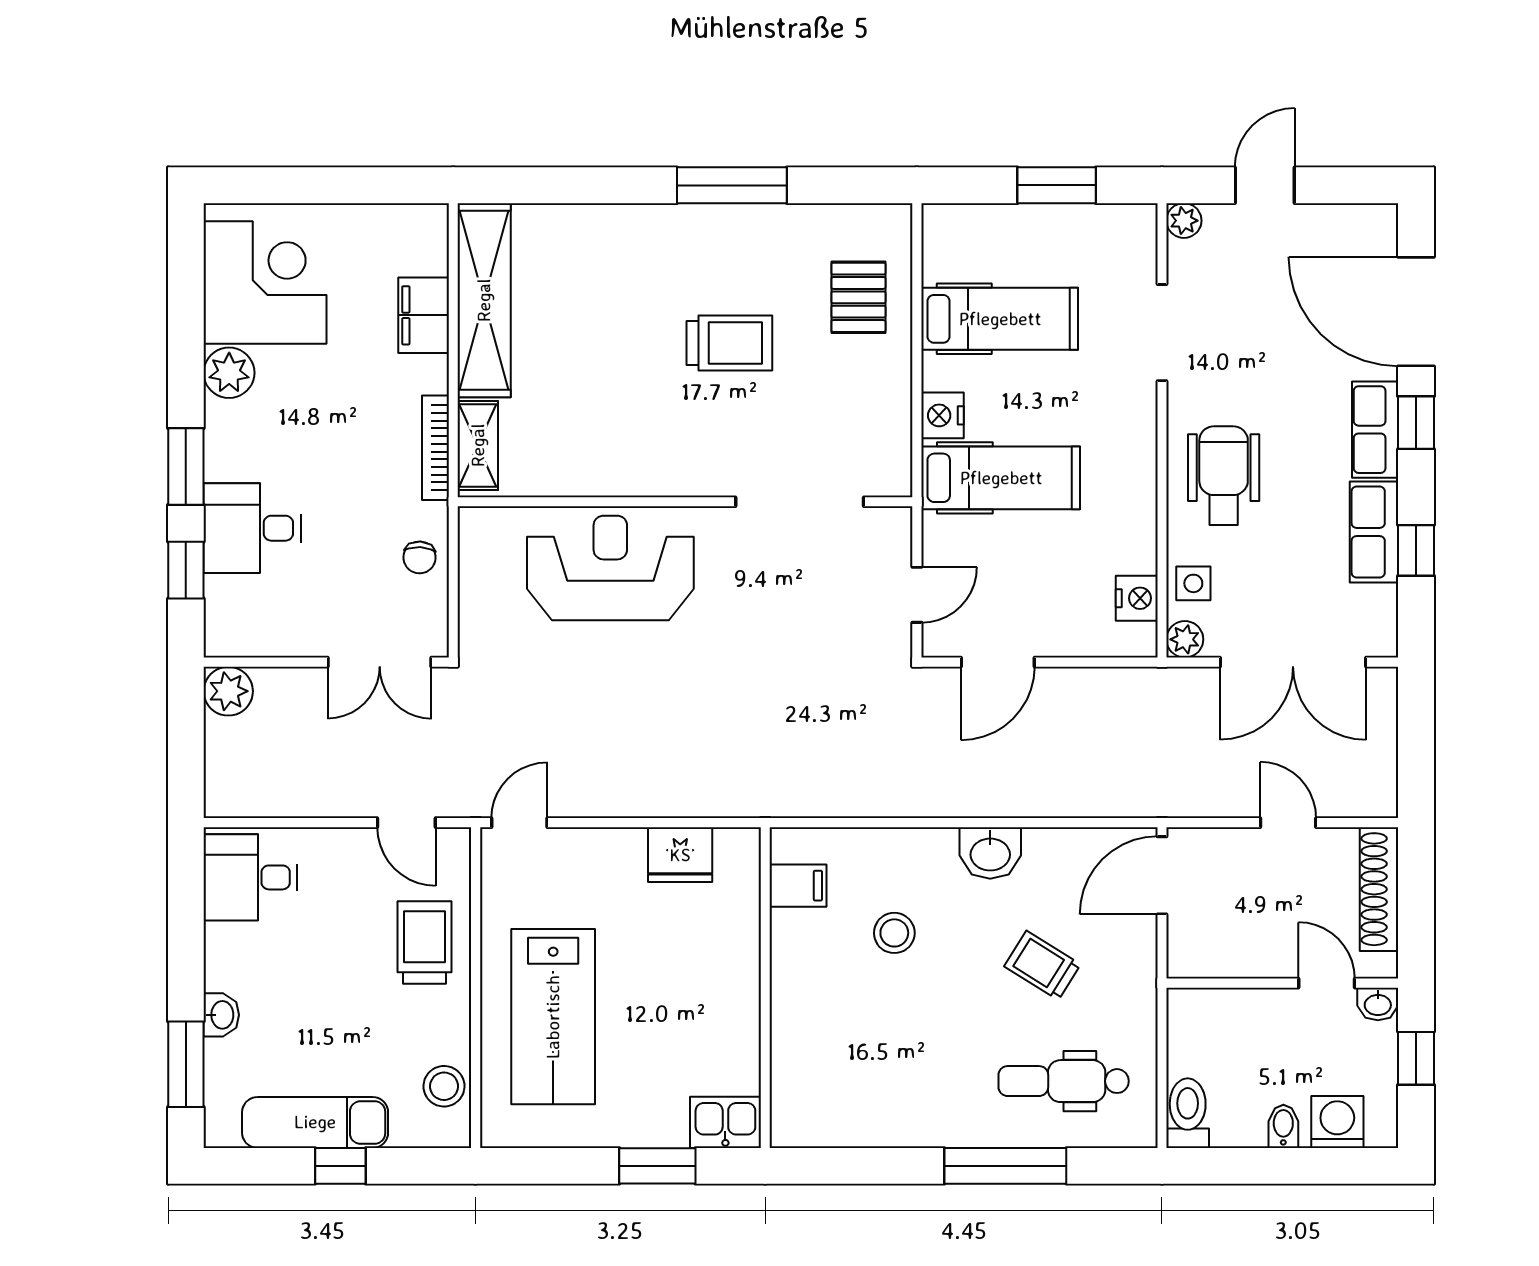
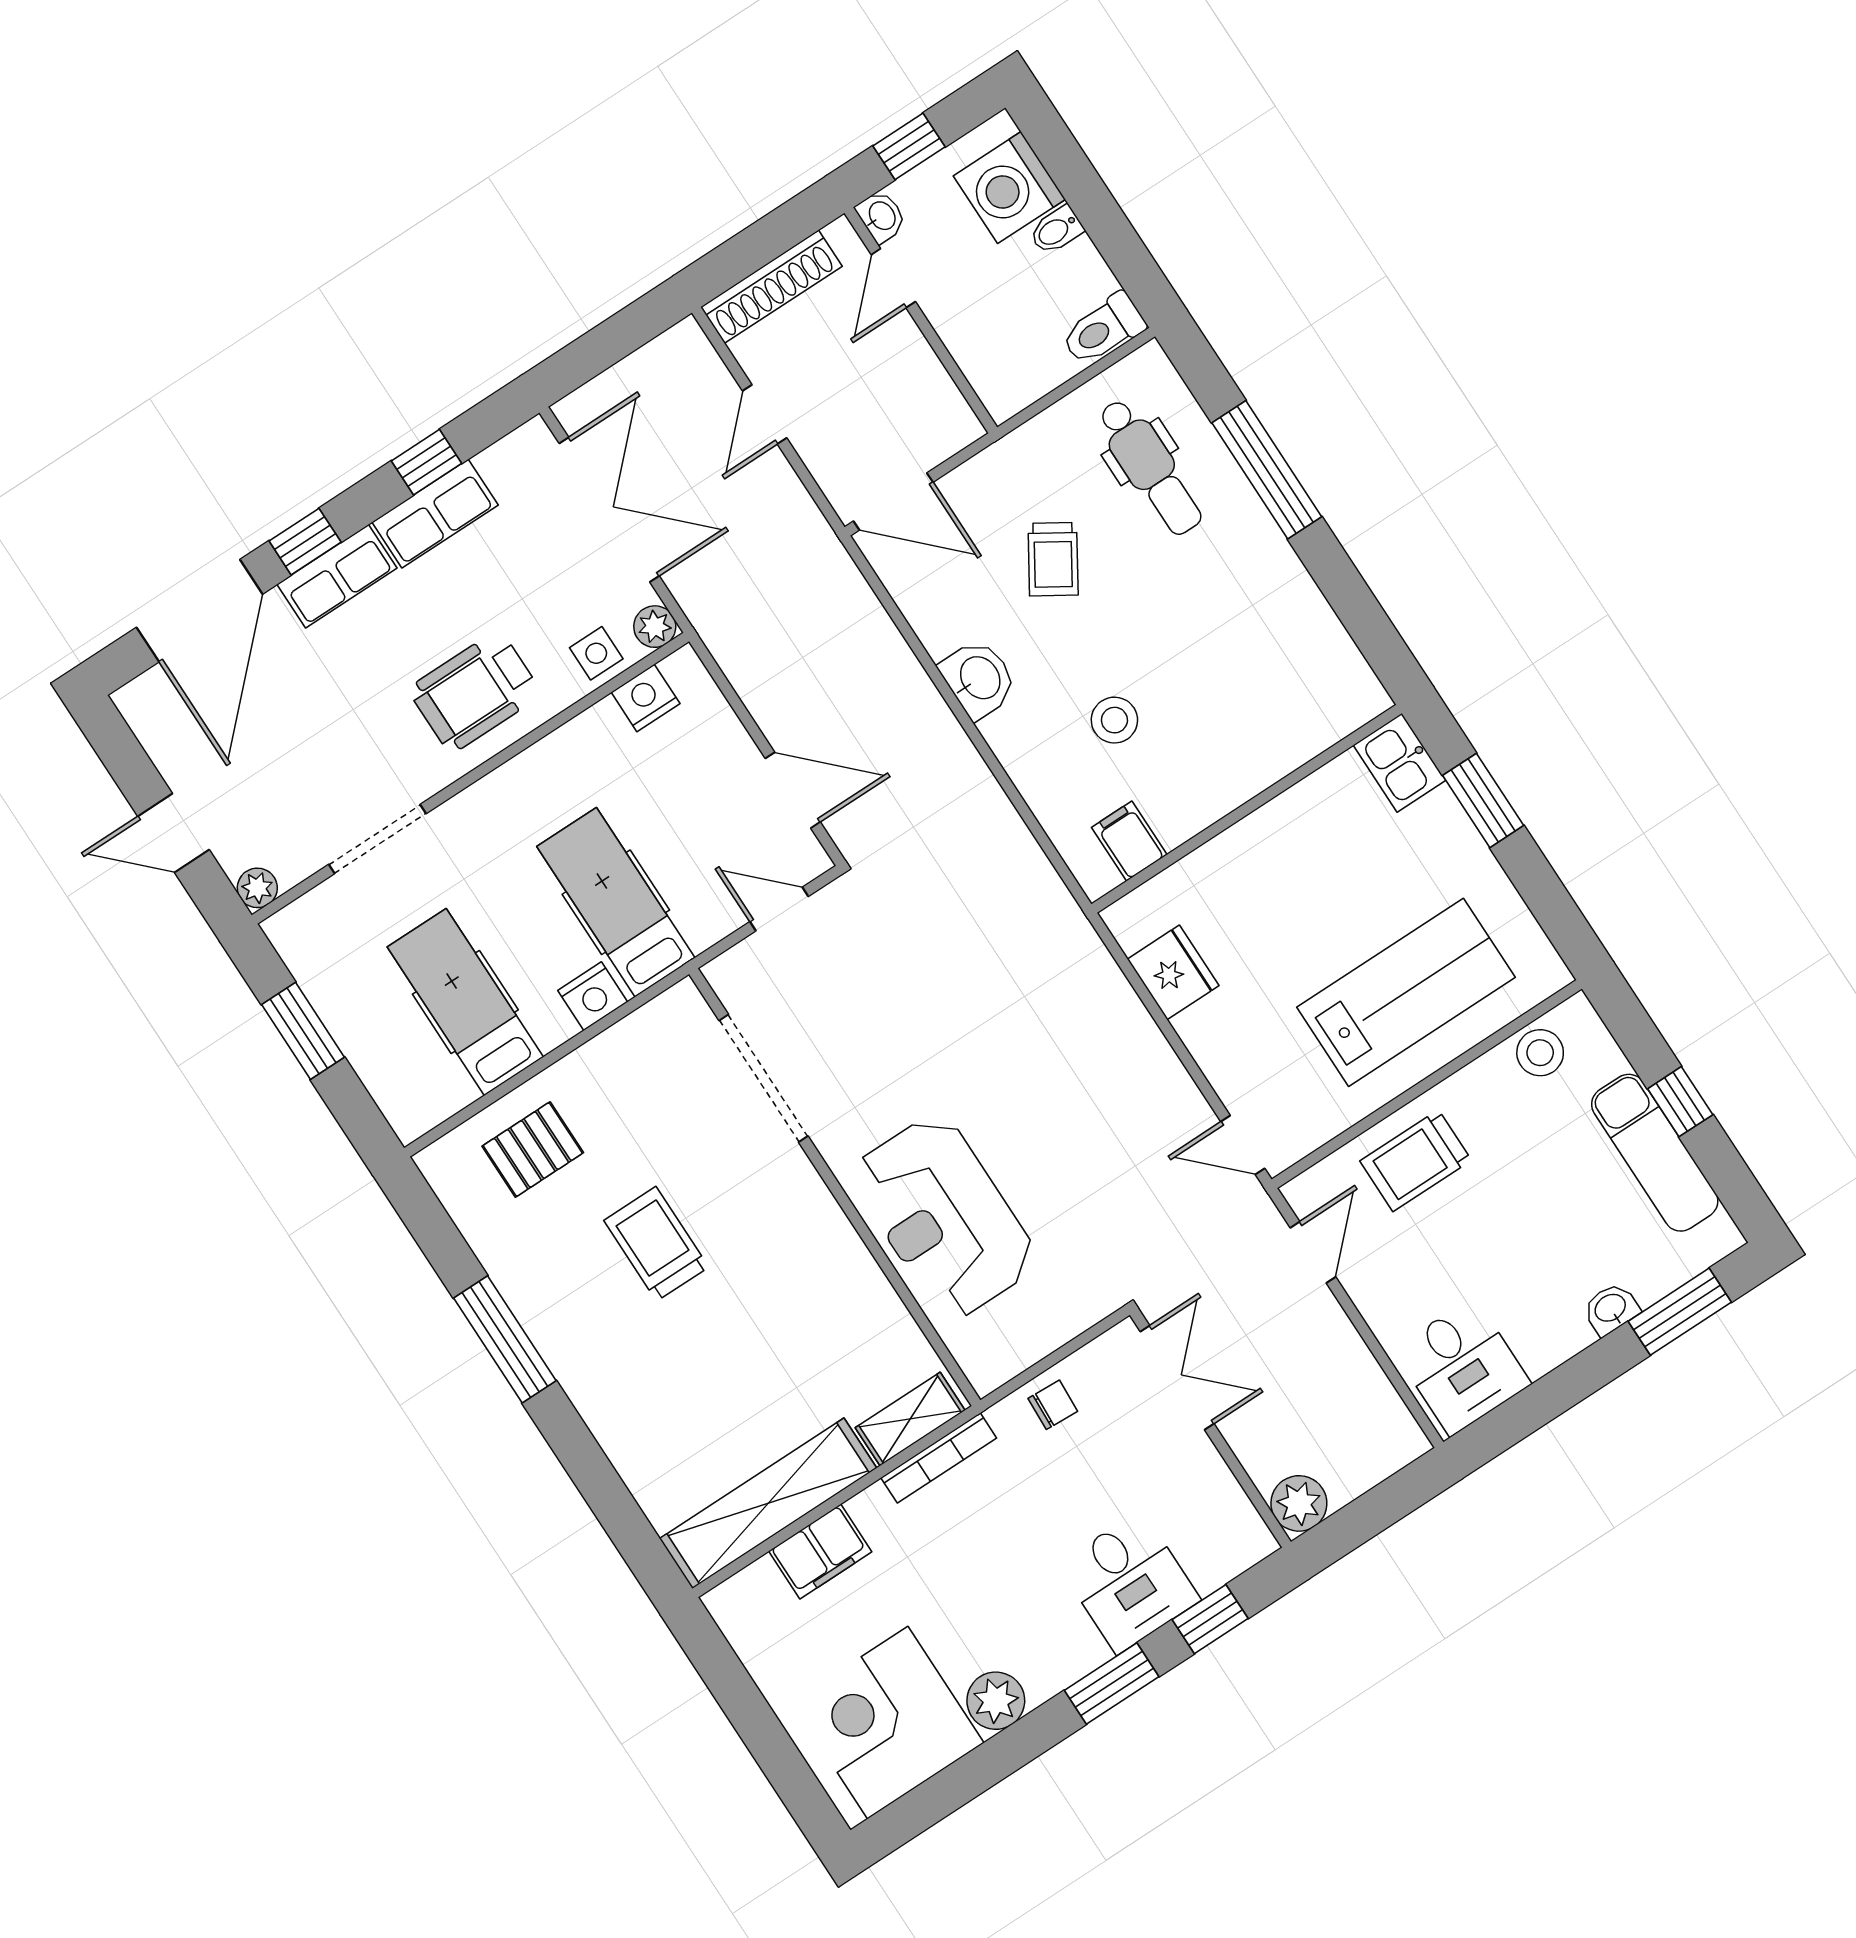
washing machine: (1337, 1122) -> (1009, 188), width x1.37, depth x1.37

